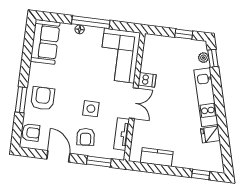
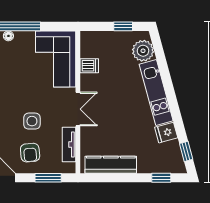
plant: (203, 58) -> (143, 51), width x1.88, depth x1.88
window: (213, 58) -> (186, 151), moved
dishwasher: (147, 80) -> (89, 66), moved
kitchen counter: (157, 157) -> (111, 165), width x1.50

